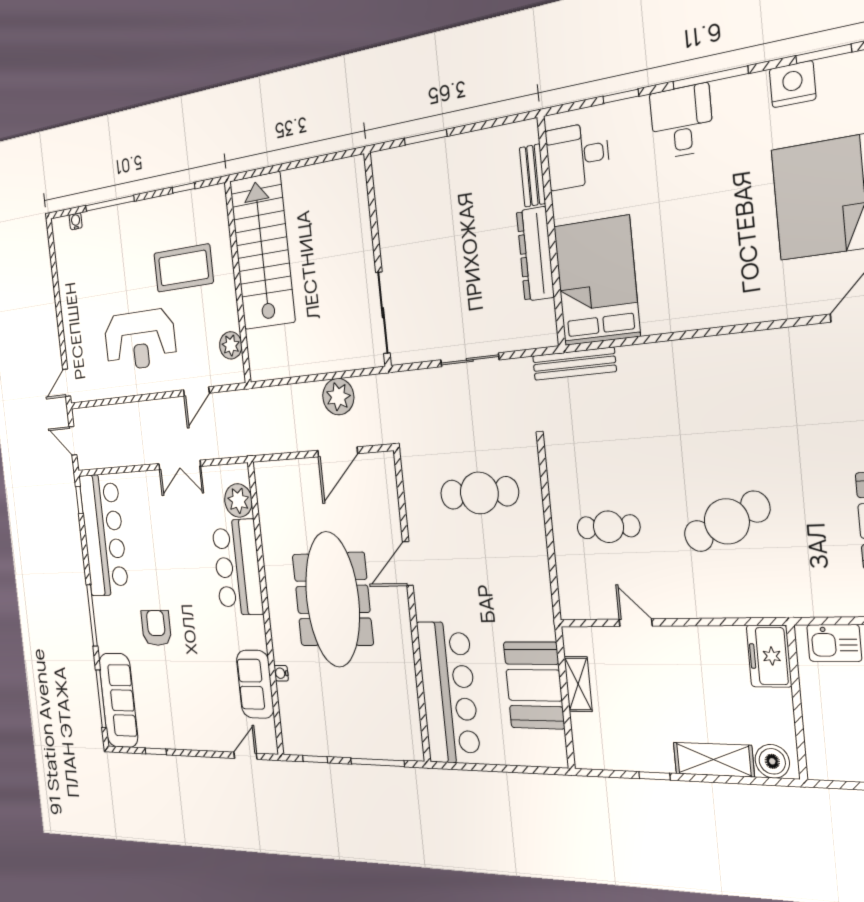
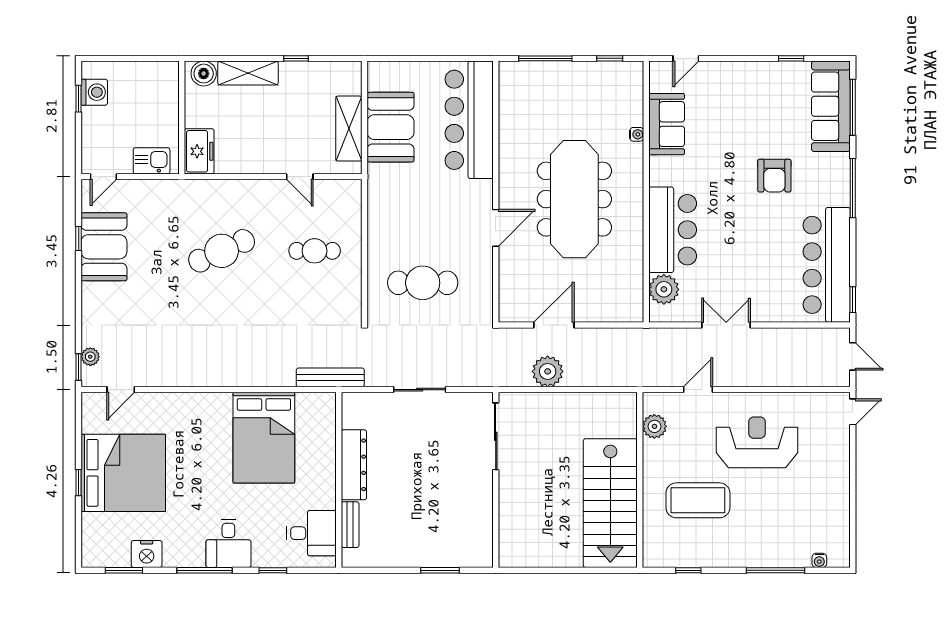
bed: (597, 281) -> (264, 438), moved
shelving: (578, 684) -> (349, 129), width x1.50, depth x1.33

